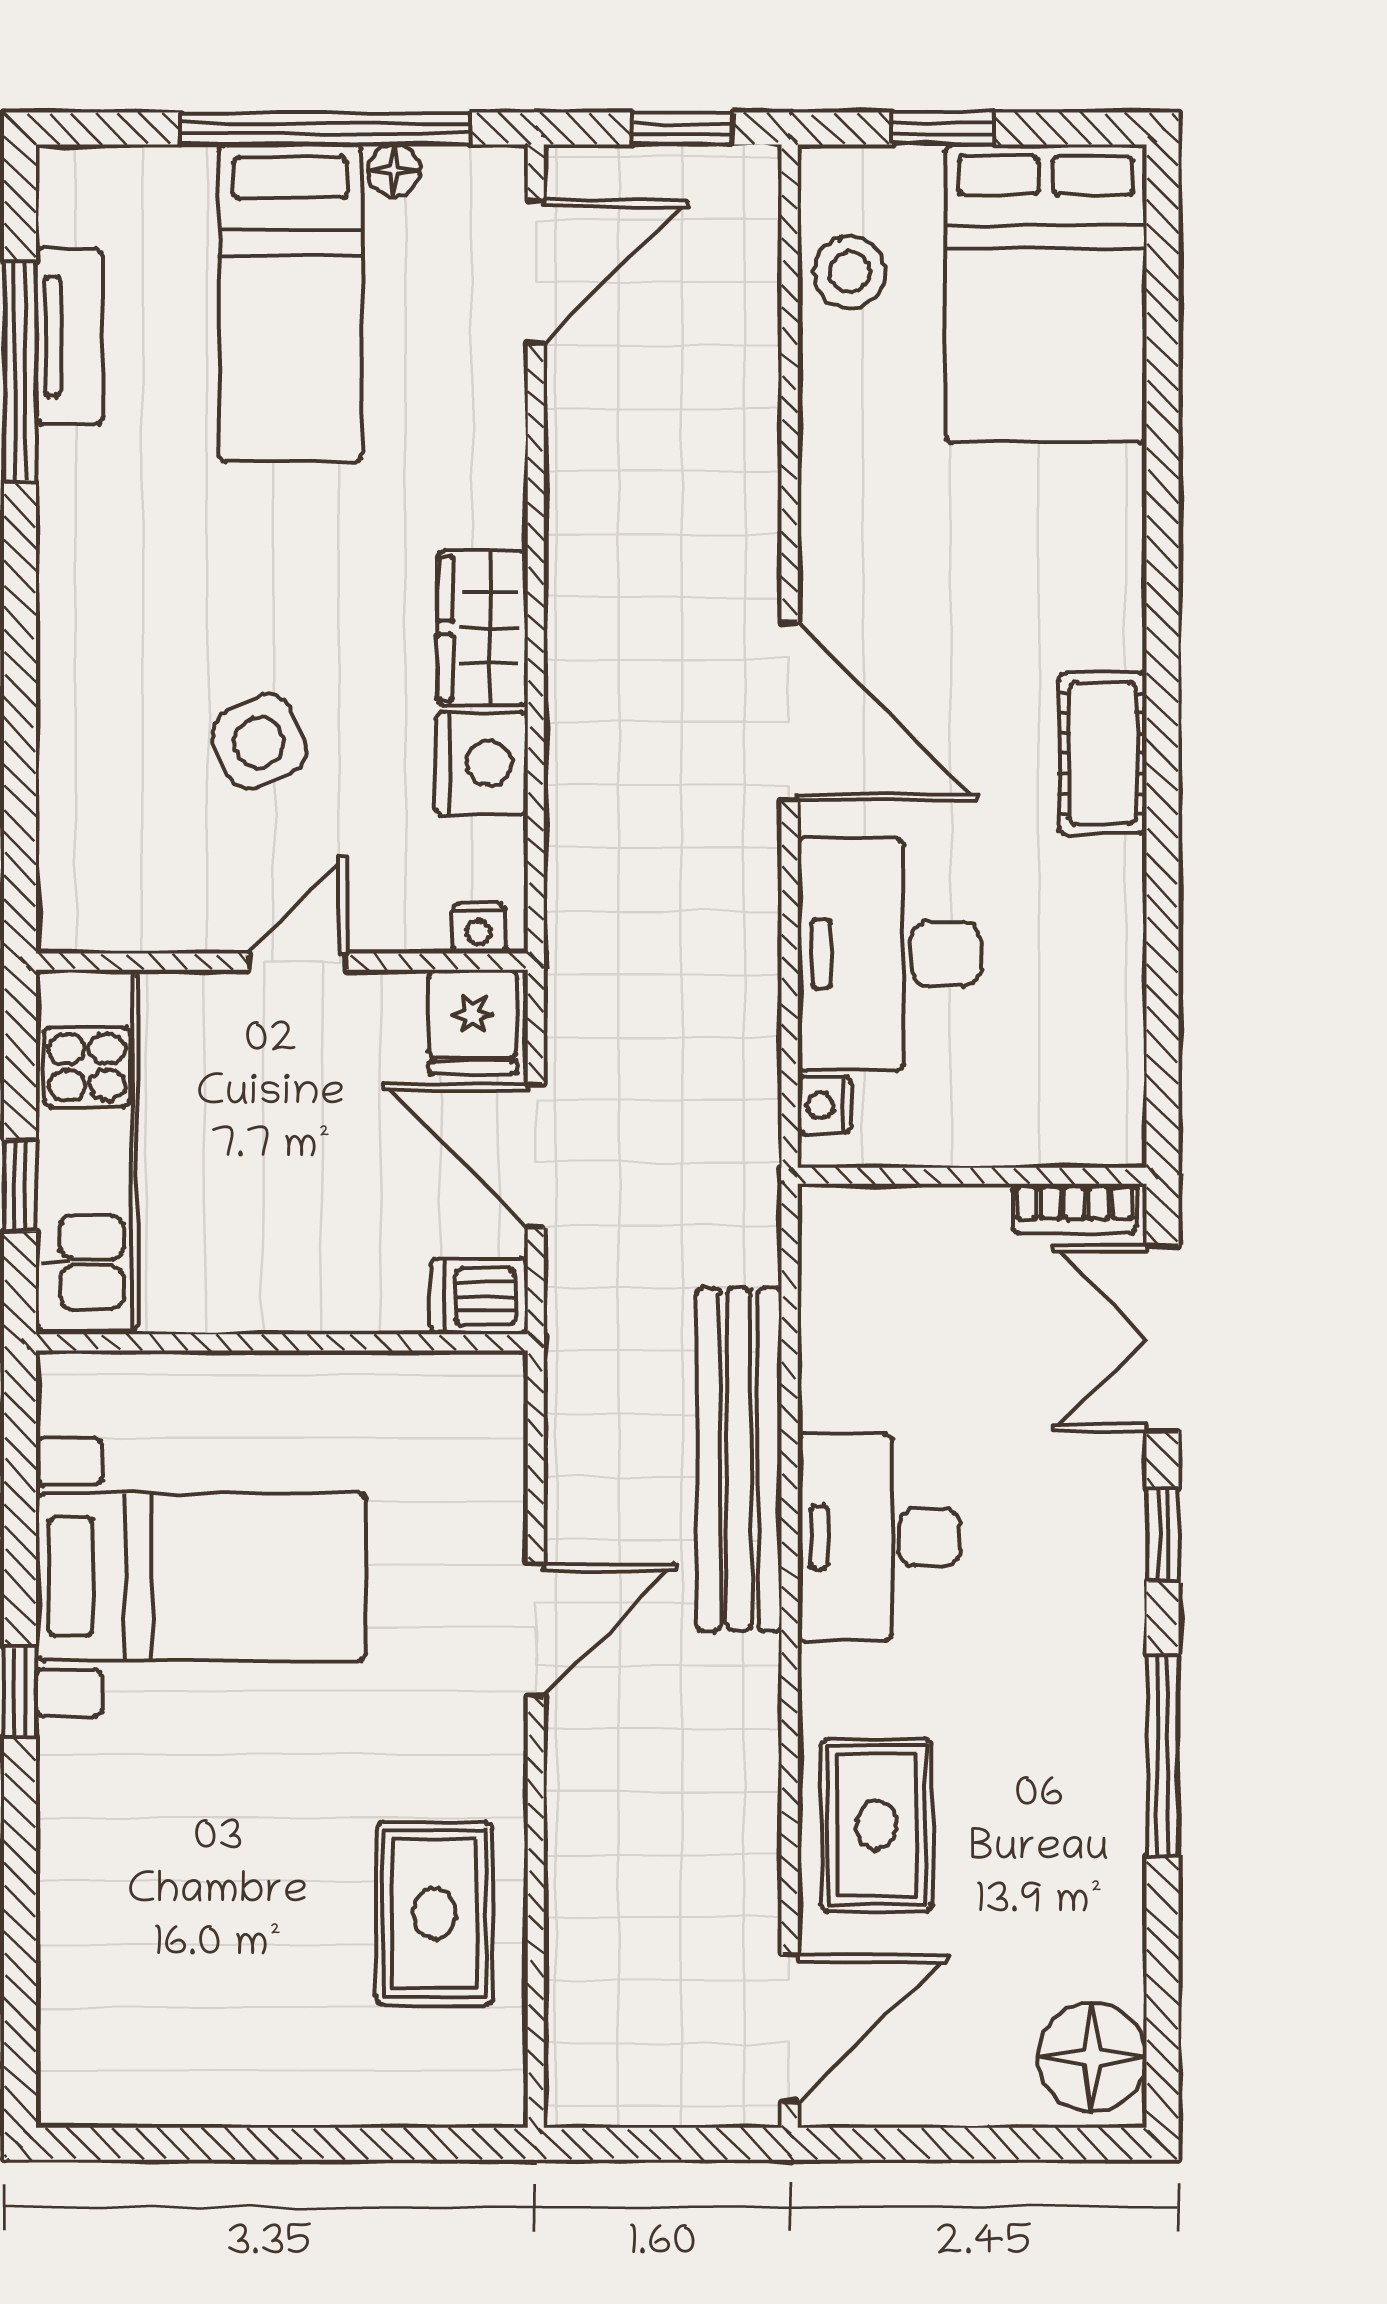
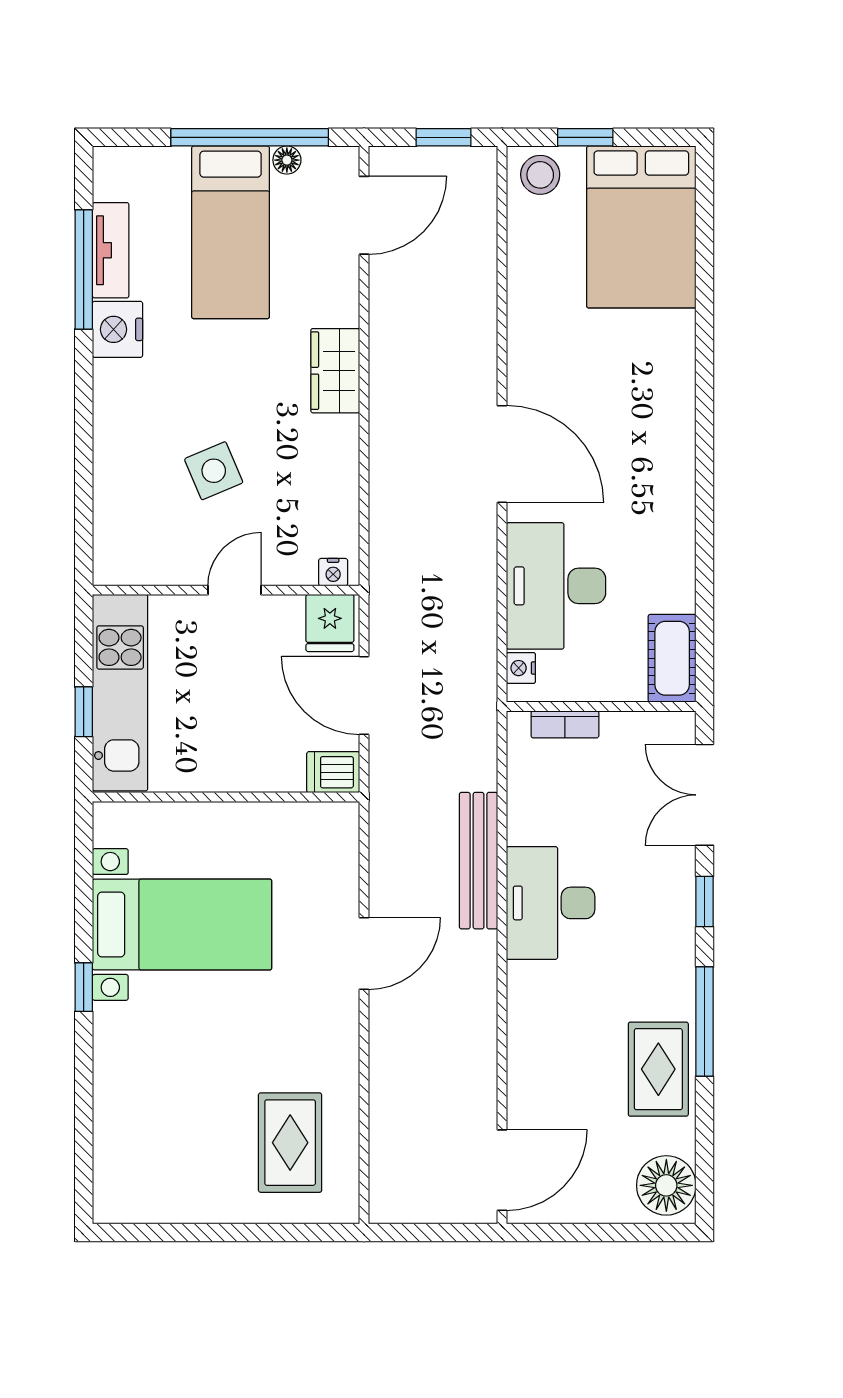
stool: (850, 272) -> (540, 175), moved
wardrobe: (483, 628) -> (335, 371), moved
cot: (1103, 753) -> (672, 658), moved
nightstand: (482, 763) -> (117, 329), moved, turned 180
bookcase: (1075, 1209) -> (565, 724), moved
bench: (739, 1459) -> (479, 861), width x0.73, depth x0.82
rug: (877, 1825) -> (658, 1069), moved
rug: (435, 1914) -> (290, 1143), moved

